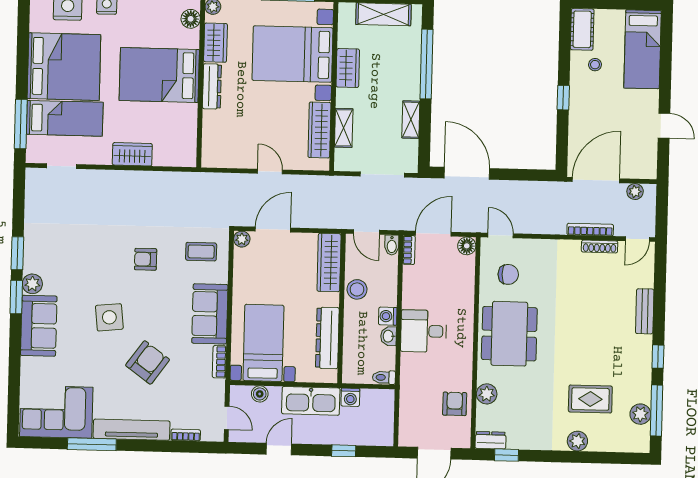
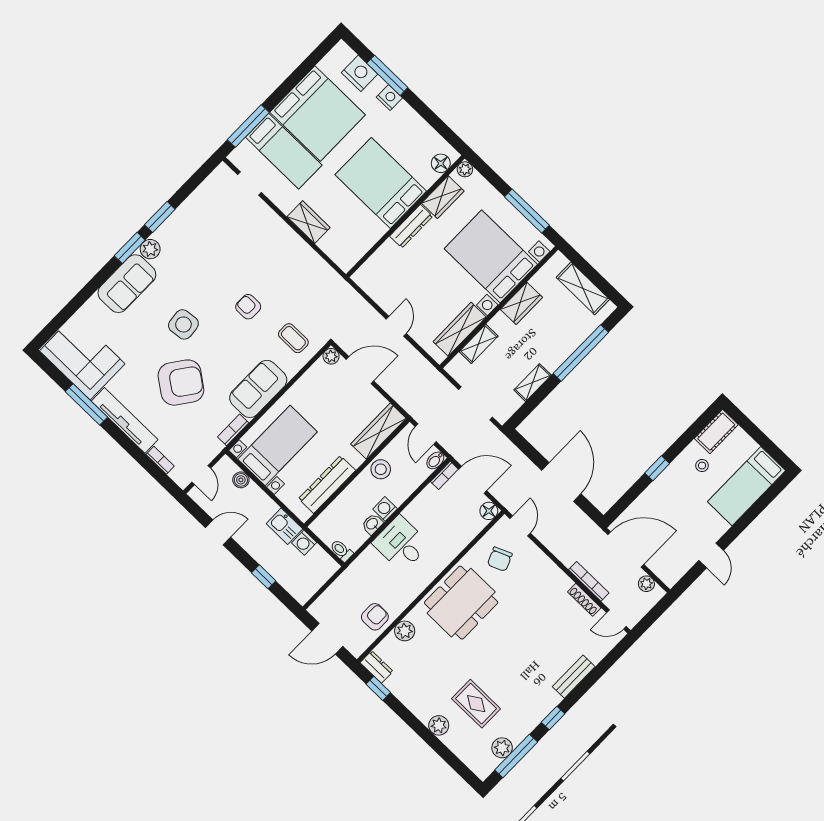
door: (467, 173) -> (561, 482), moved
chair: (508, 274) -> (500, 559), turned 67
armchair: (148, 362) -> (181, 383), width x1.36, depth x1.36
kitchen sink: (311, 401) -> (284, 526), width x0.53, depth x0.81

